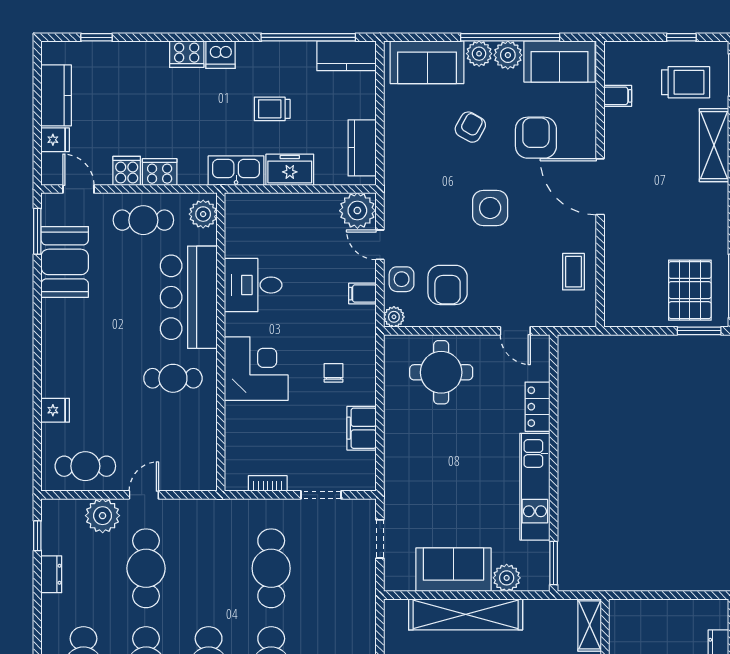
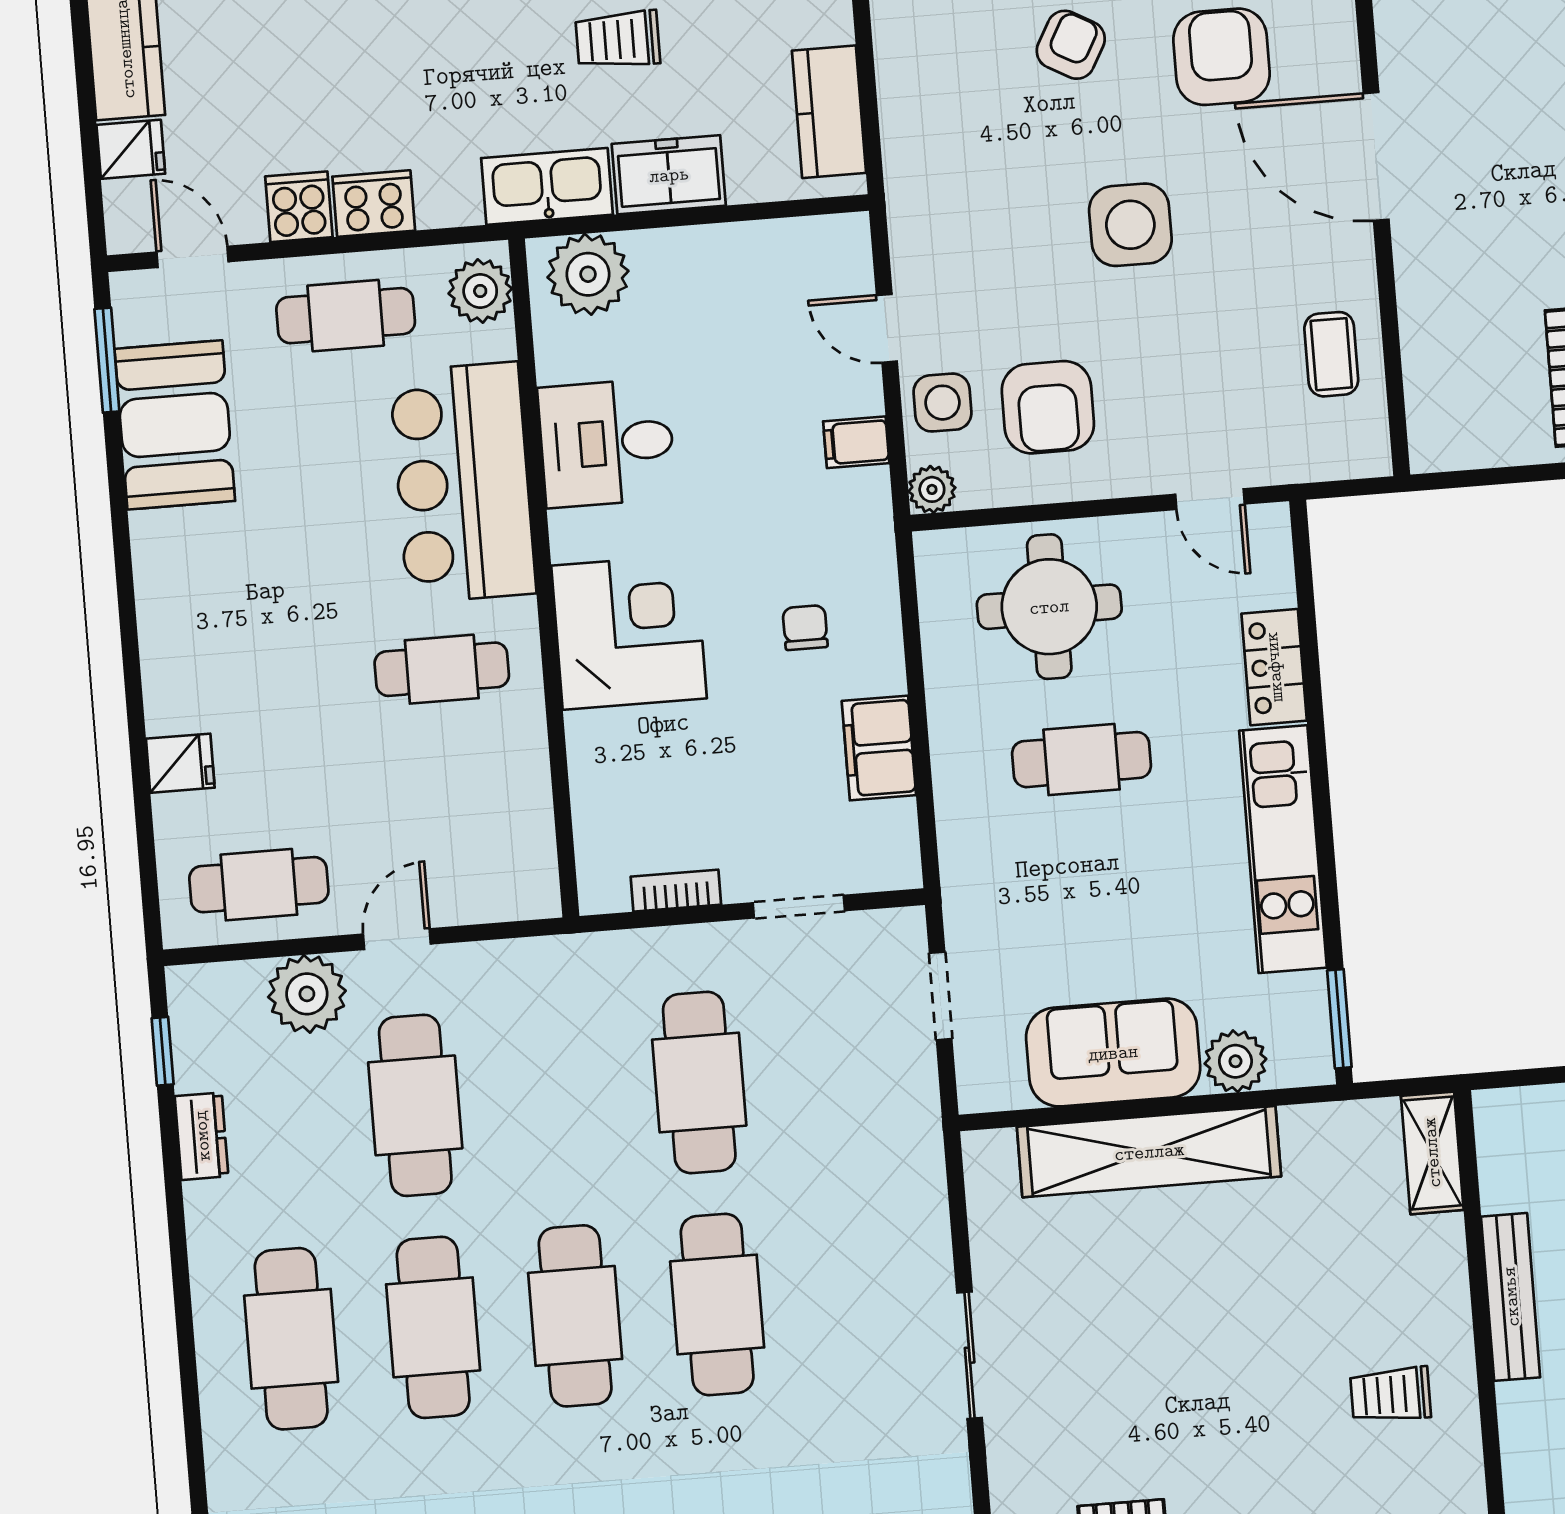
plant: (357, 211) -> (588, 274), moved
cafe table: (450, 440) -> (1082, 760), added

